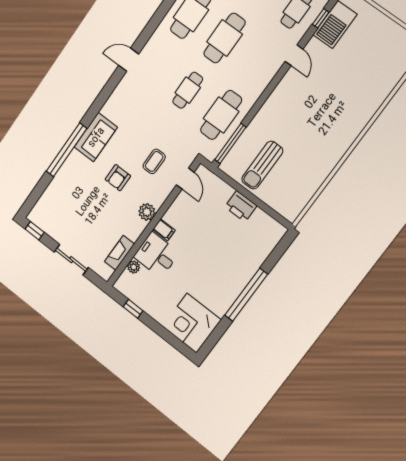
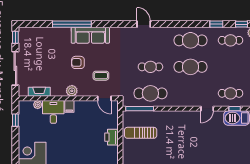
sofa: (96, 137) -> (90, 35), width x1.36
door: (185, 179) -> (104, 98), hinge flipped
sliding door: (71, 260) -> (15, 68), width x1.37

